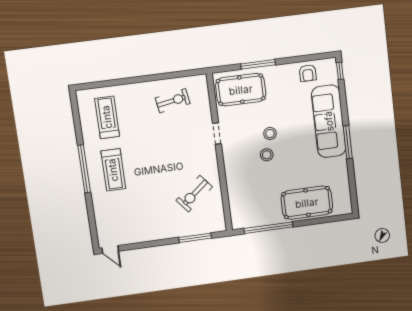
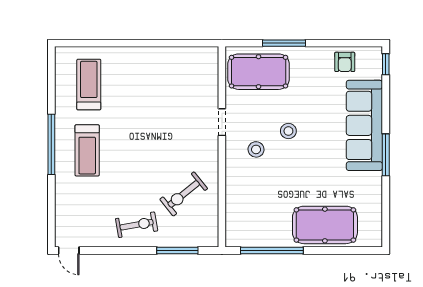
exercise bike: (173, 101) -> (137, 225), moved
stool: (267, 155) -> (256, 149), moved

